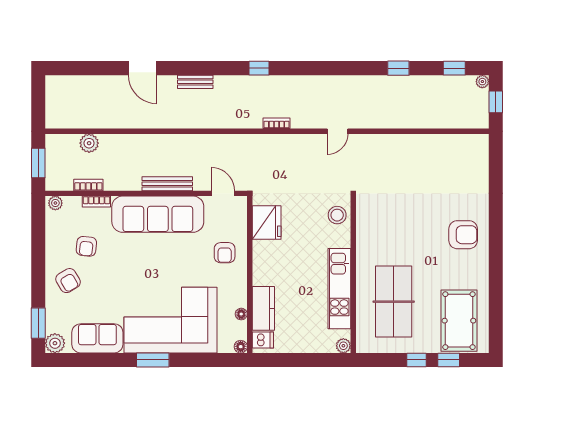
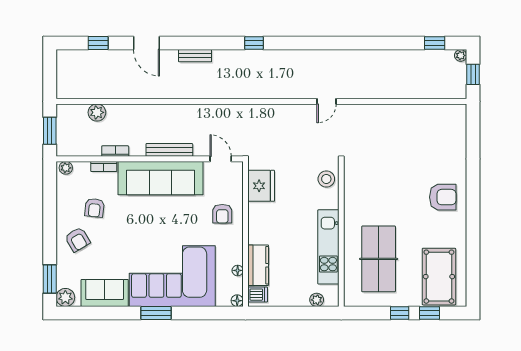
window: (398, 68) -> (98, 43), moved
bookcase: (277, 123) -> (270, 94), removed
bookcase: (88, 185) -> (115, 151), moved
plant: (343, 346) -> (317, 300), moved

